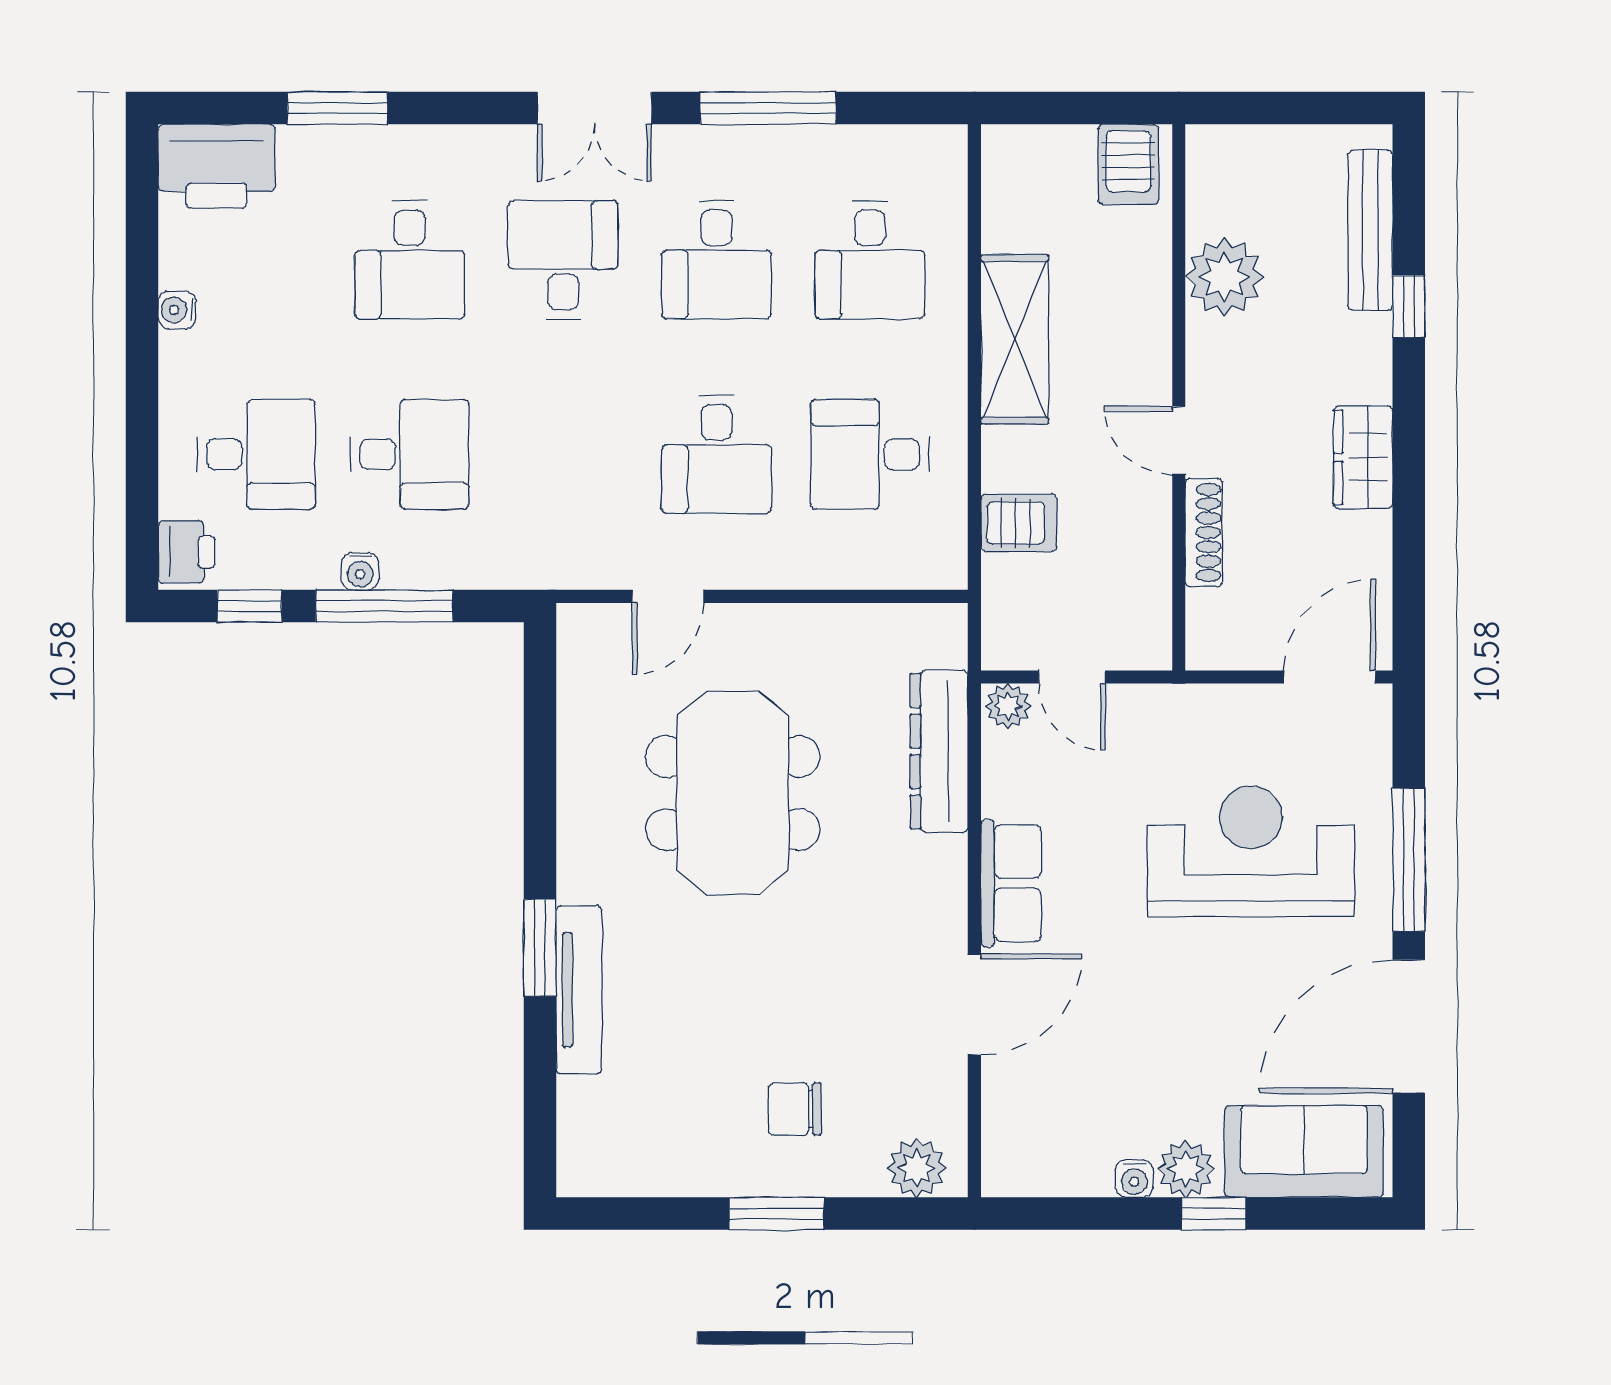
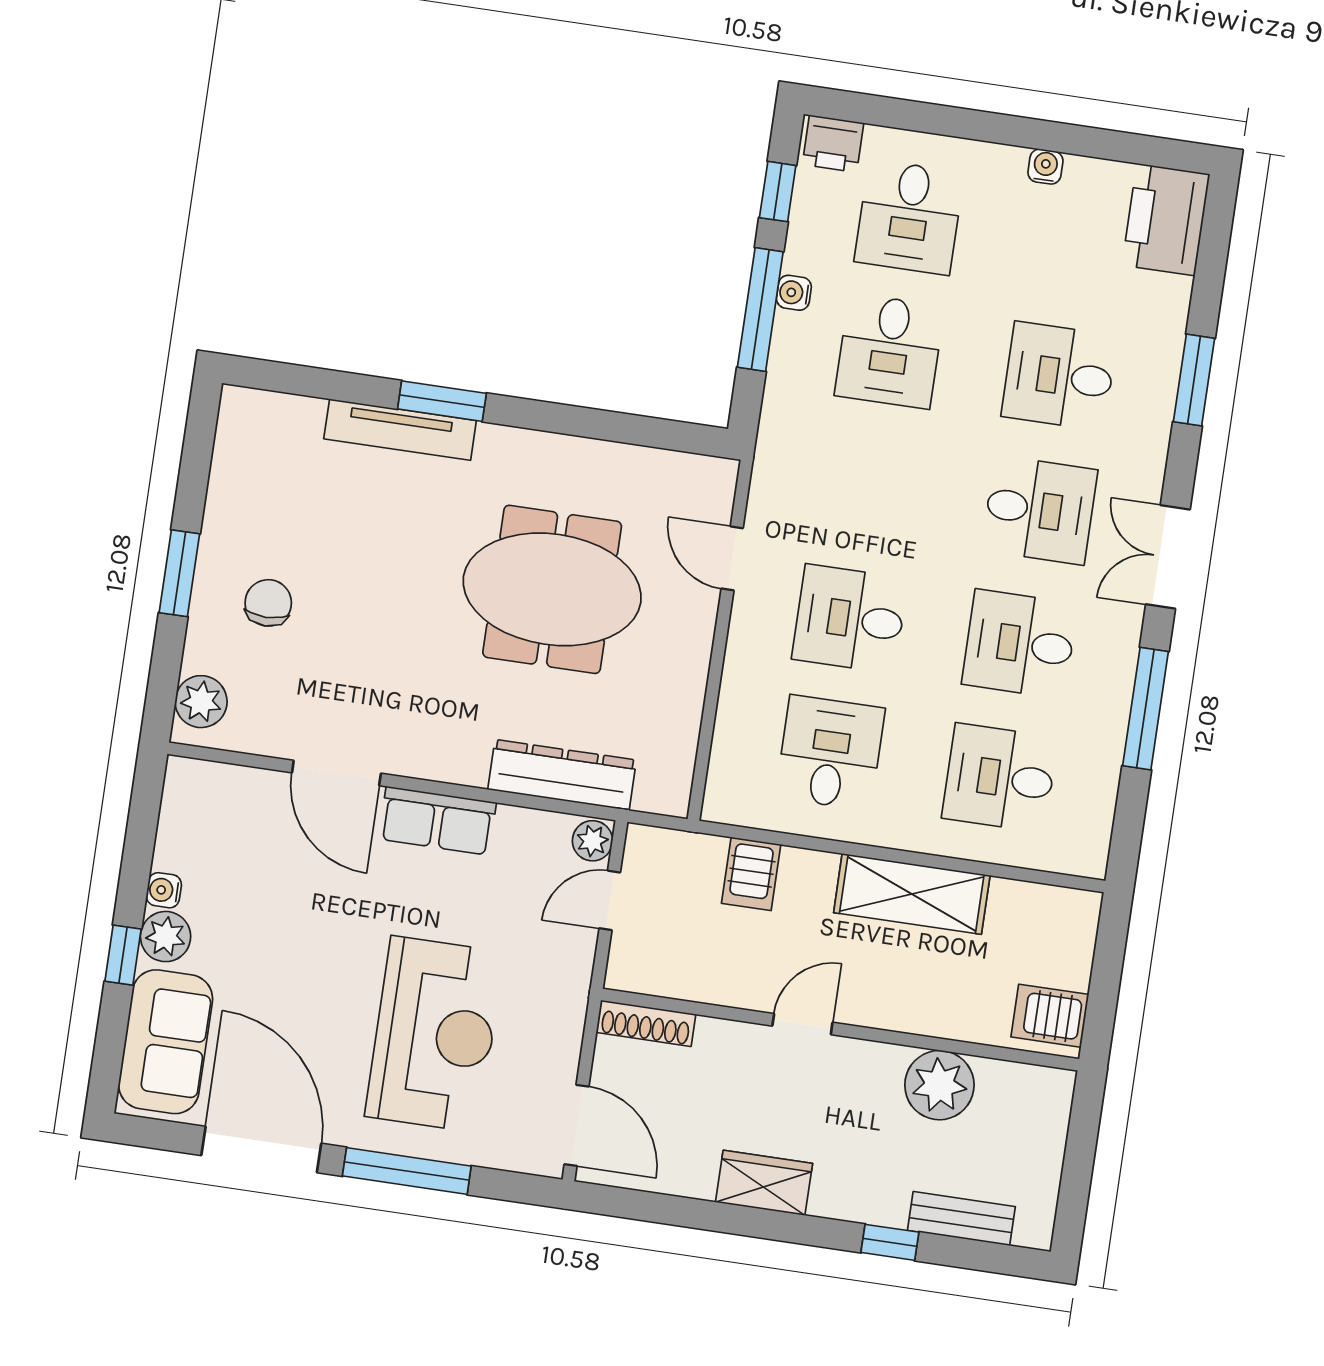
window: (337, 108) -> (1194, 380), moved
bench: (1370, 230) -> (961, 1218), width x0.73
shoe rack: (1204, 533) -> (646, 1023), moved

